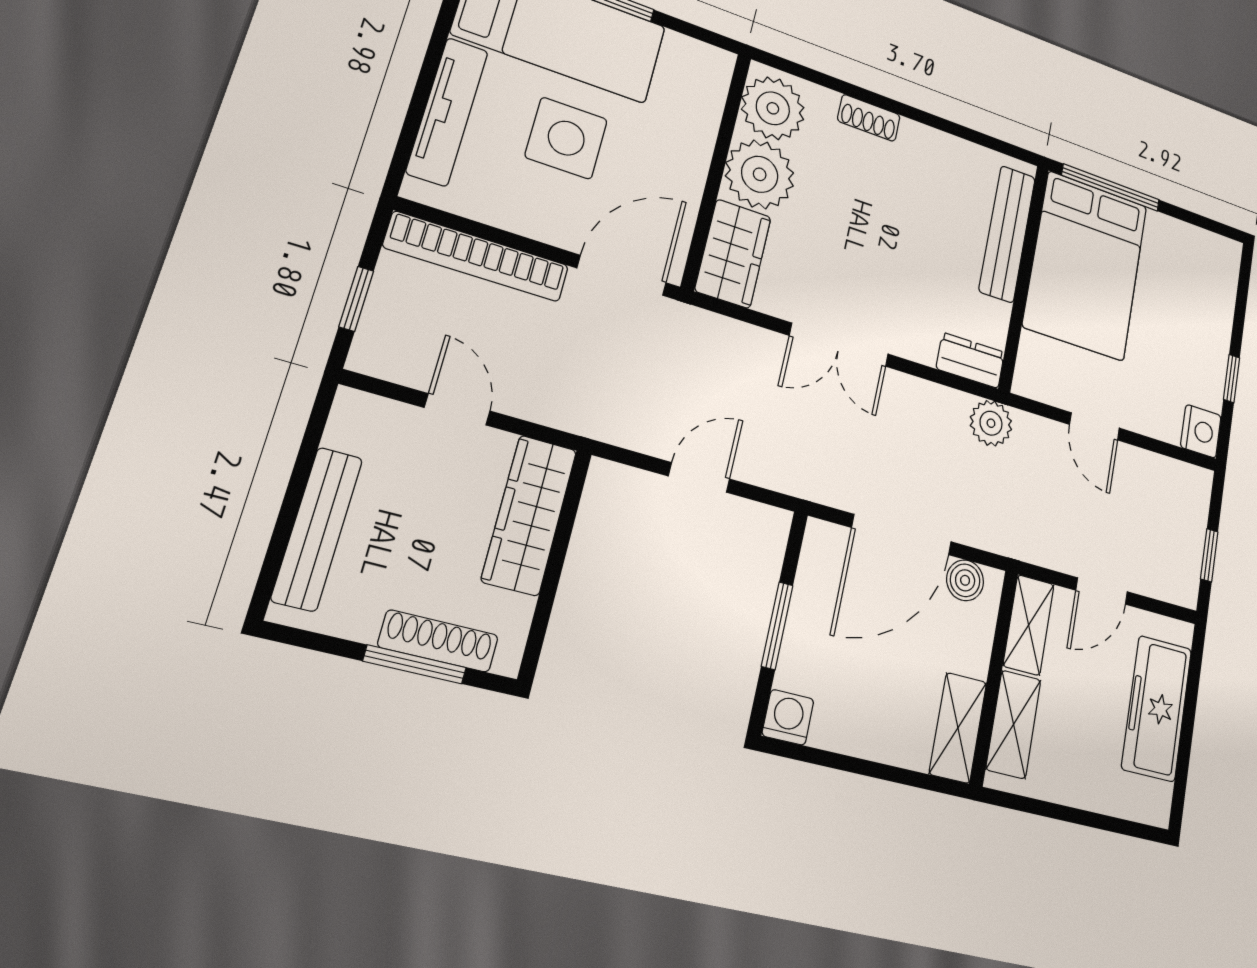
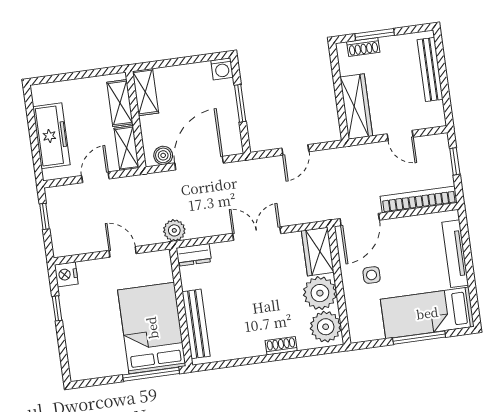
side table: (566, 138) -> (372, 275), moved, width x0.54, depth x0.54
shoe rack: (438, 641) -> (363, 47), width x0.70

